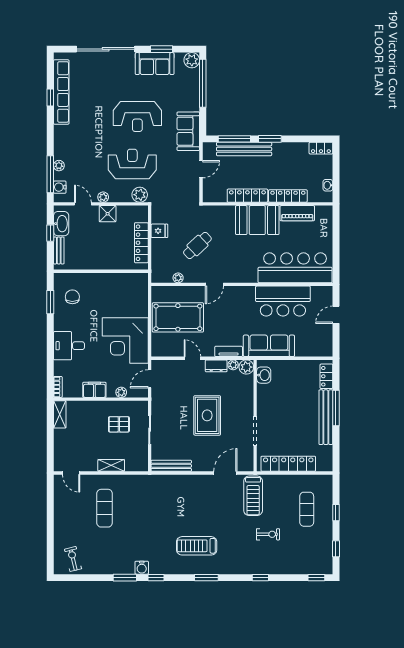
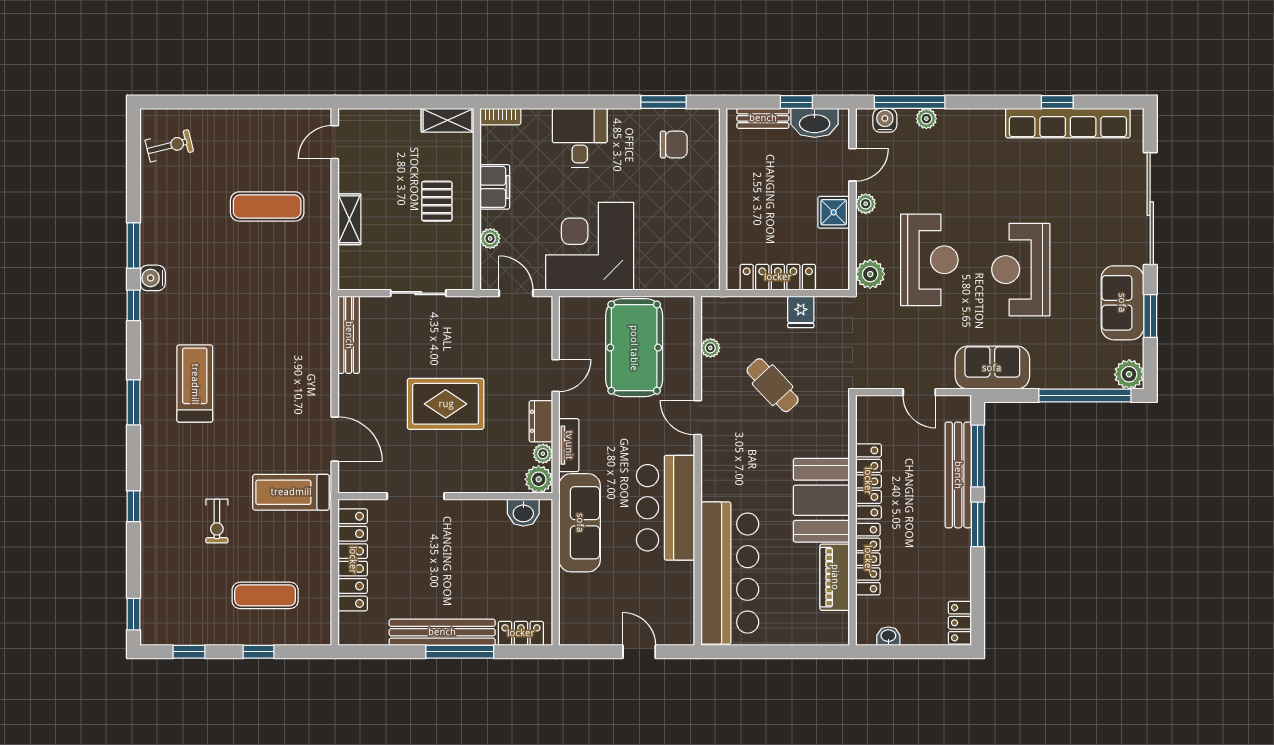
bar counter: (283, 301) -> (666, 508), moved
pallet: (119, 424) -> (437, 201), moved

